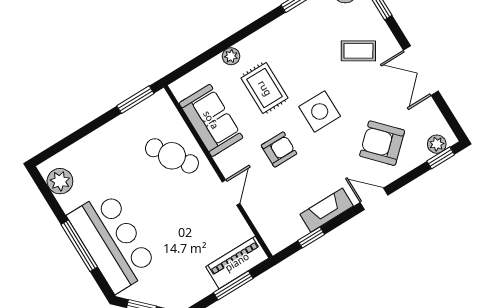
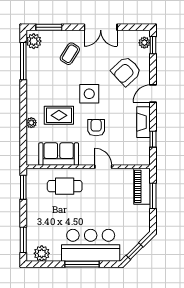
window: (63, 144) -> (23, 240), added
cafe table: (172, 156) -> (65, 186), turned 34

